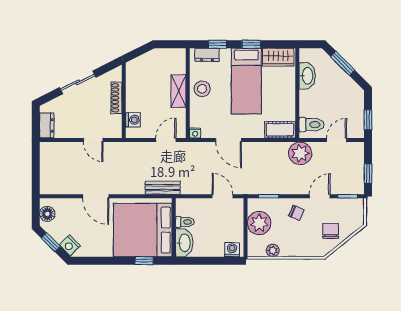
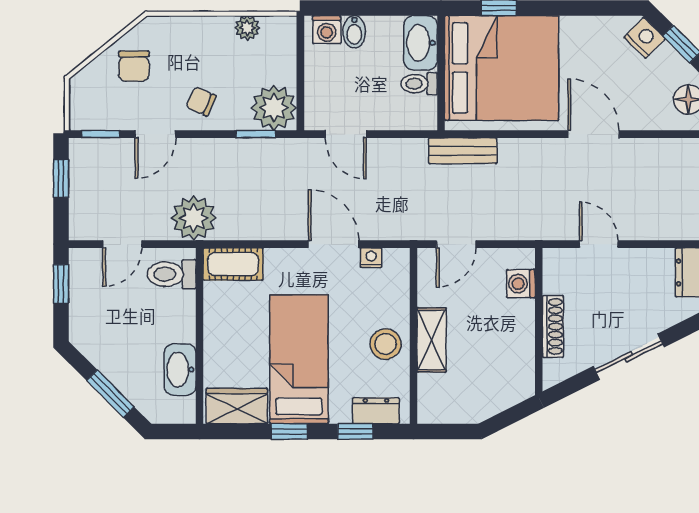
nightstand: (195, 133) -> (371, 258), moved
plant: (259, 223) -> (274, 108), moved
bidet: (218, 248) -> (354, 32), added

